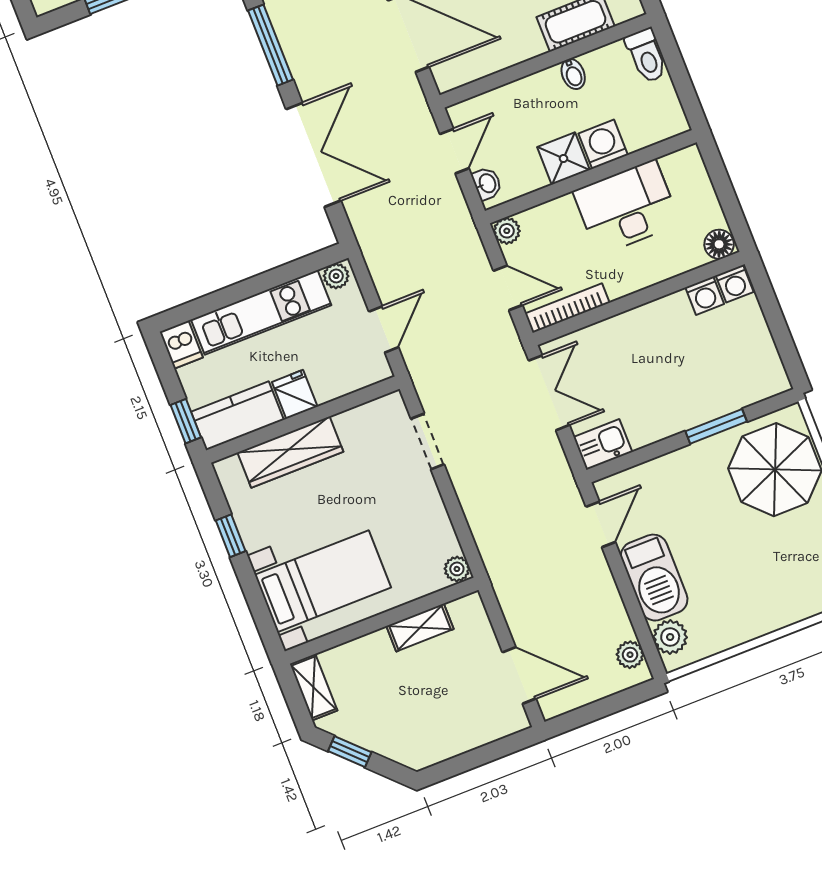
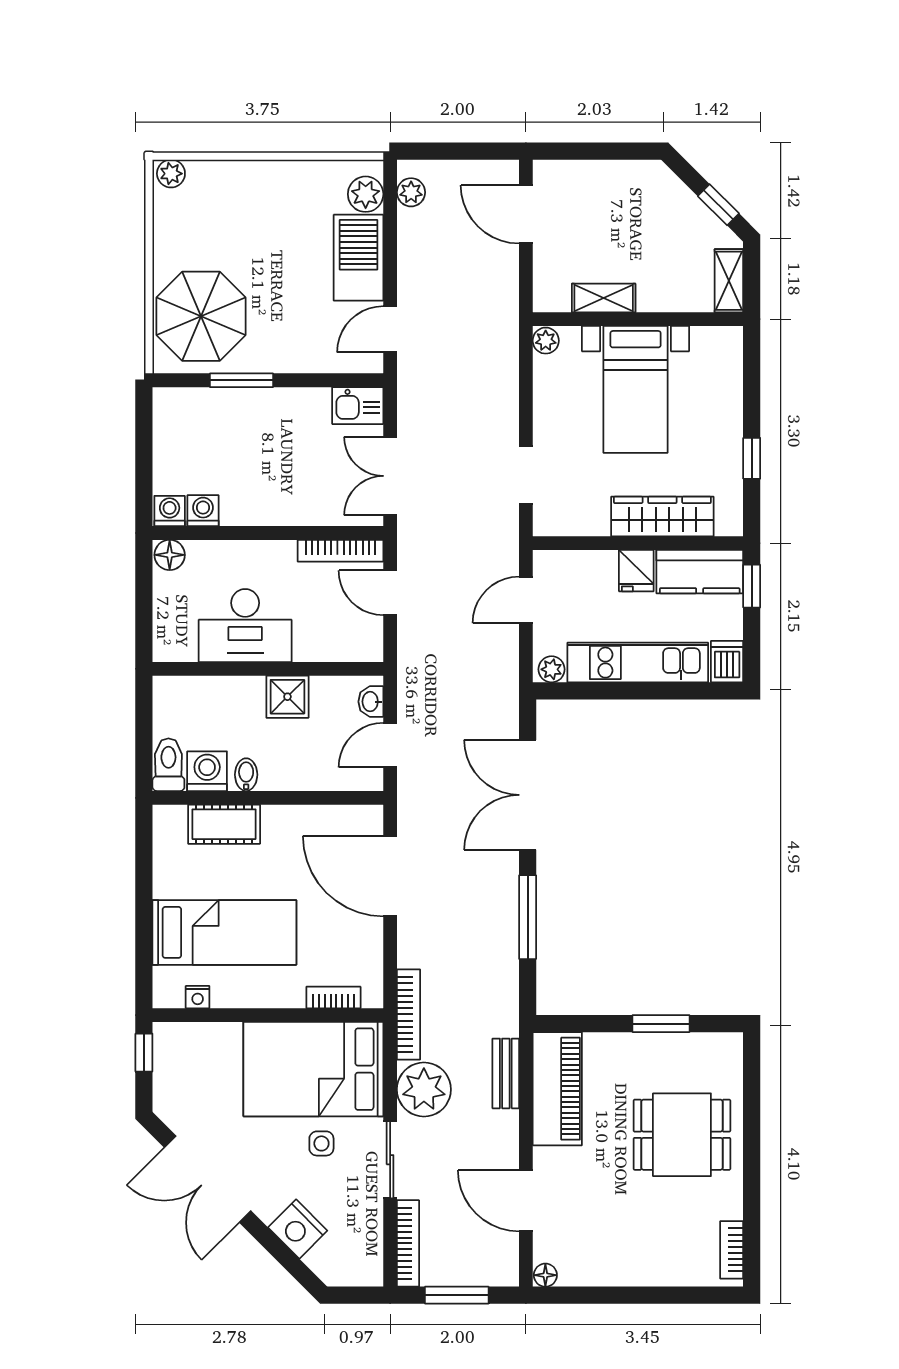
washing machine: (603, 144) -> (207, 771), moved, turned 180
plant: (507, 231) -> (370, 648), removed
bed with nightstands: (323, 581) -> (636, 389), moved, turned -90

